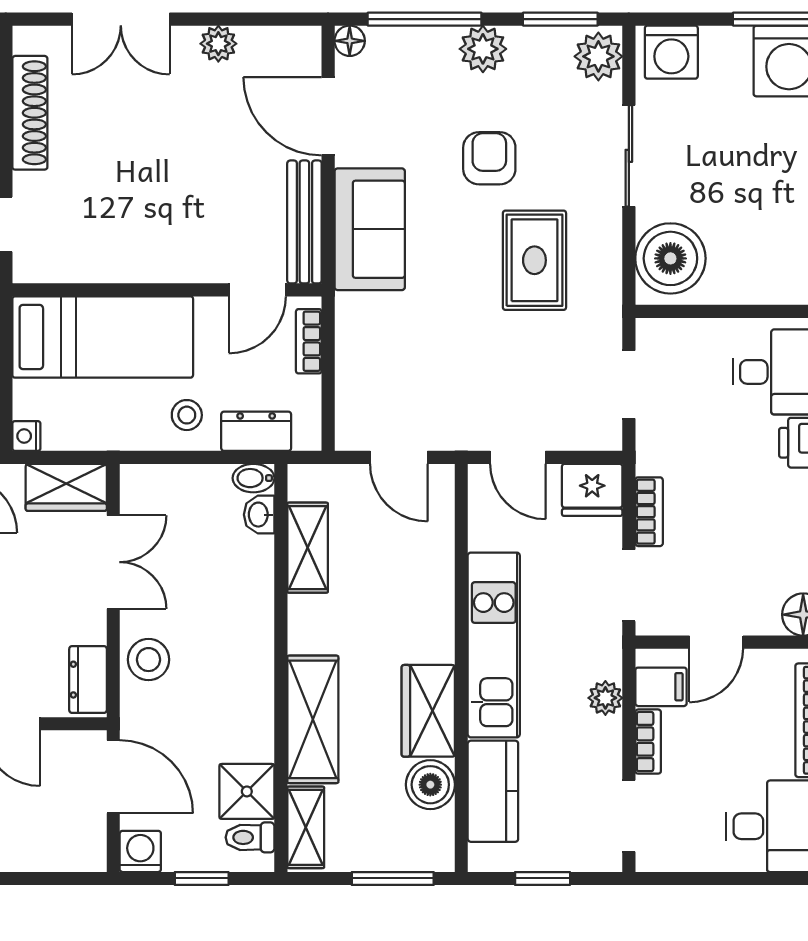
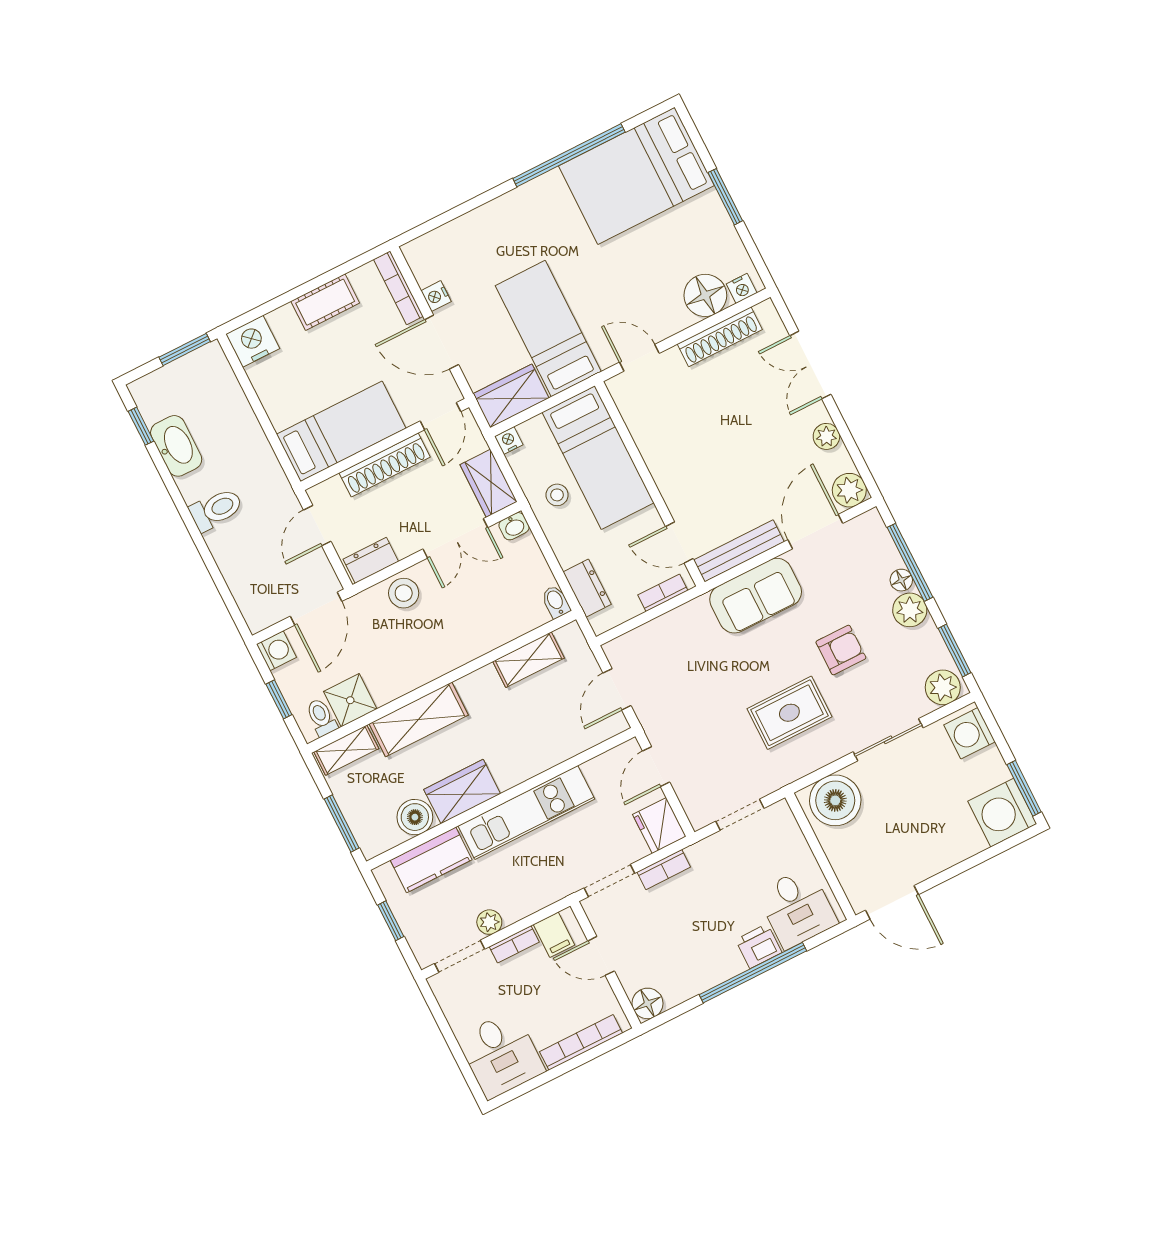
floor lamp: (350, 41) -> (901, 580), moved
plant: (298, 49) -> (849, 490), added
stool: (187, 415) -> (557, 495), moved
washbasin: (259, 515) -> (514, 526), moved, turned 180
plant: (605, 698) -> (489, 922), moved

